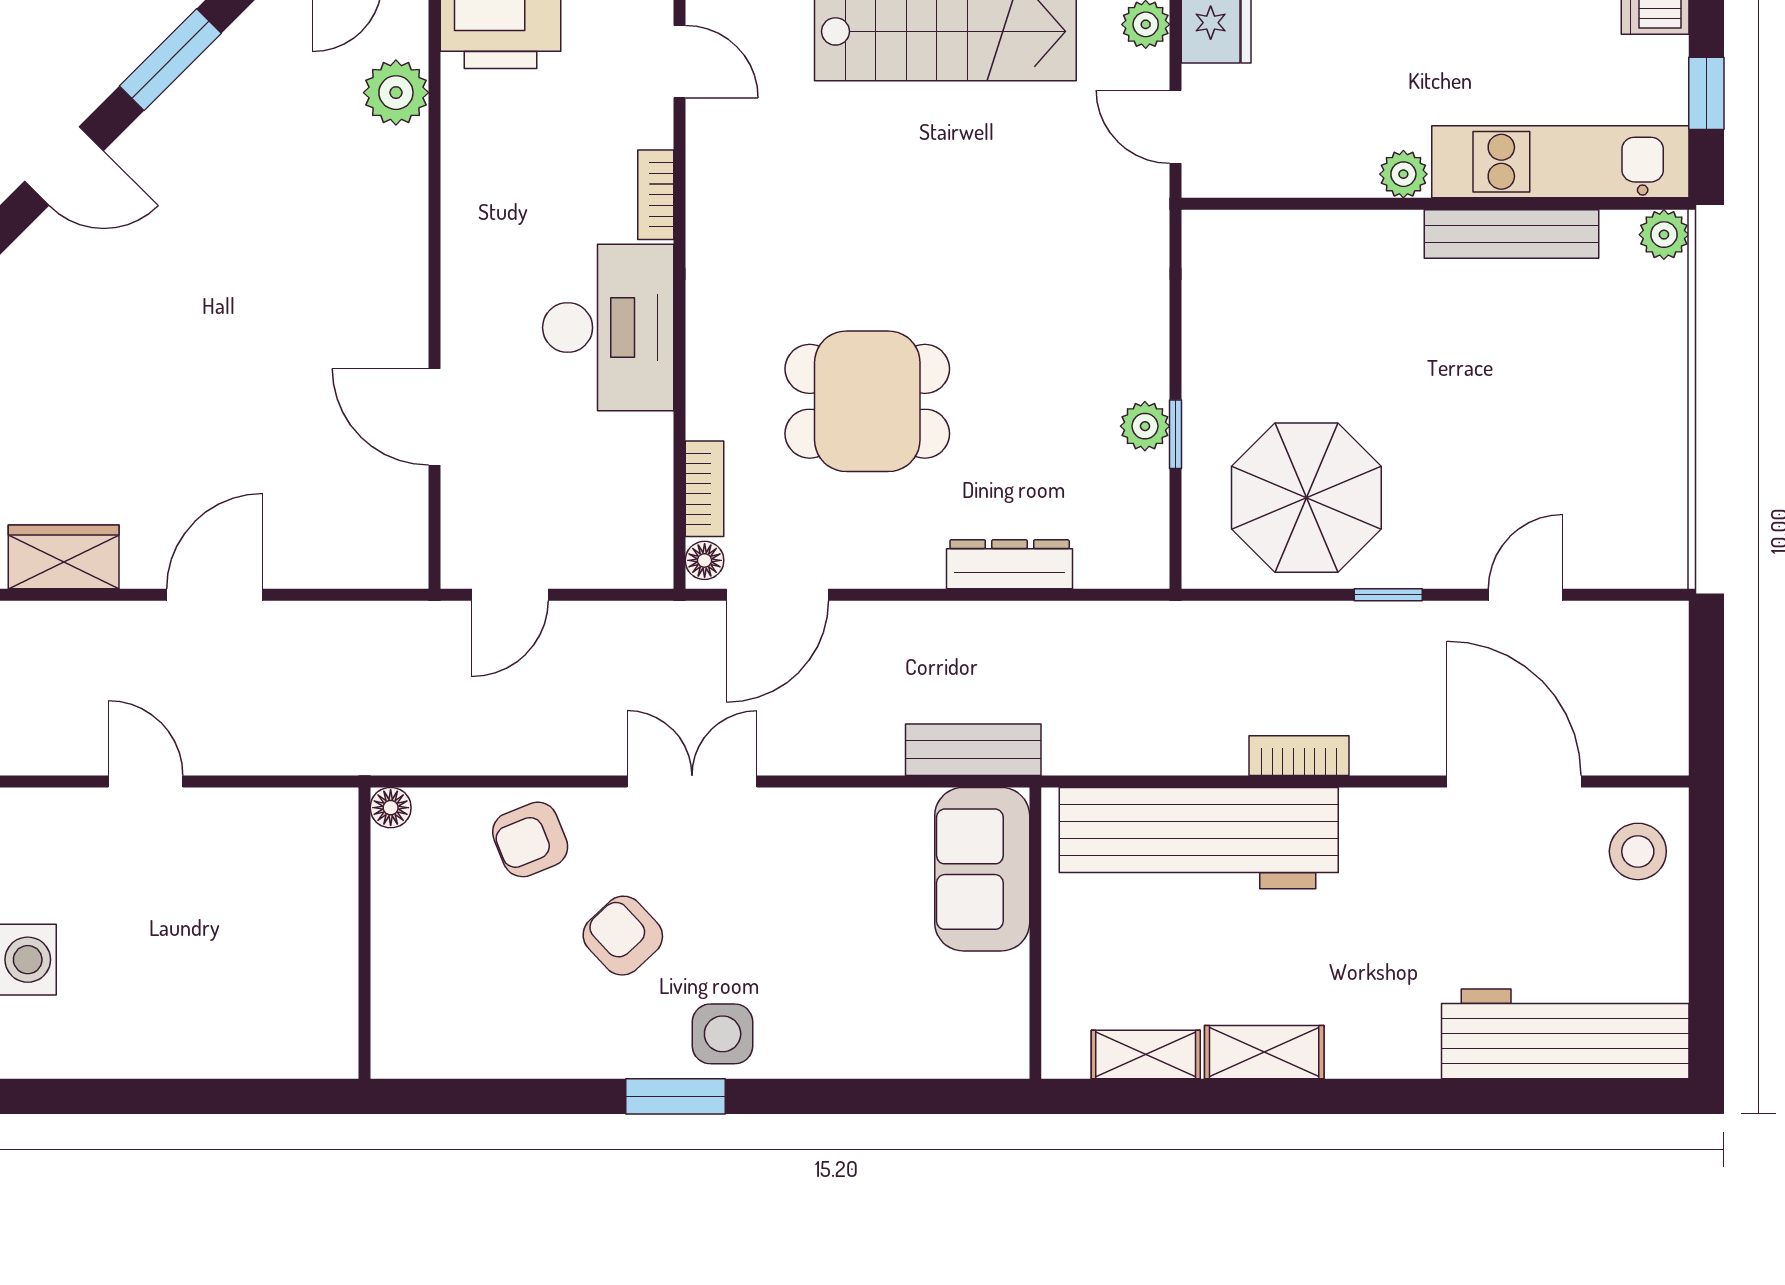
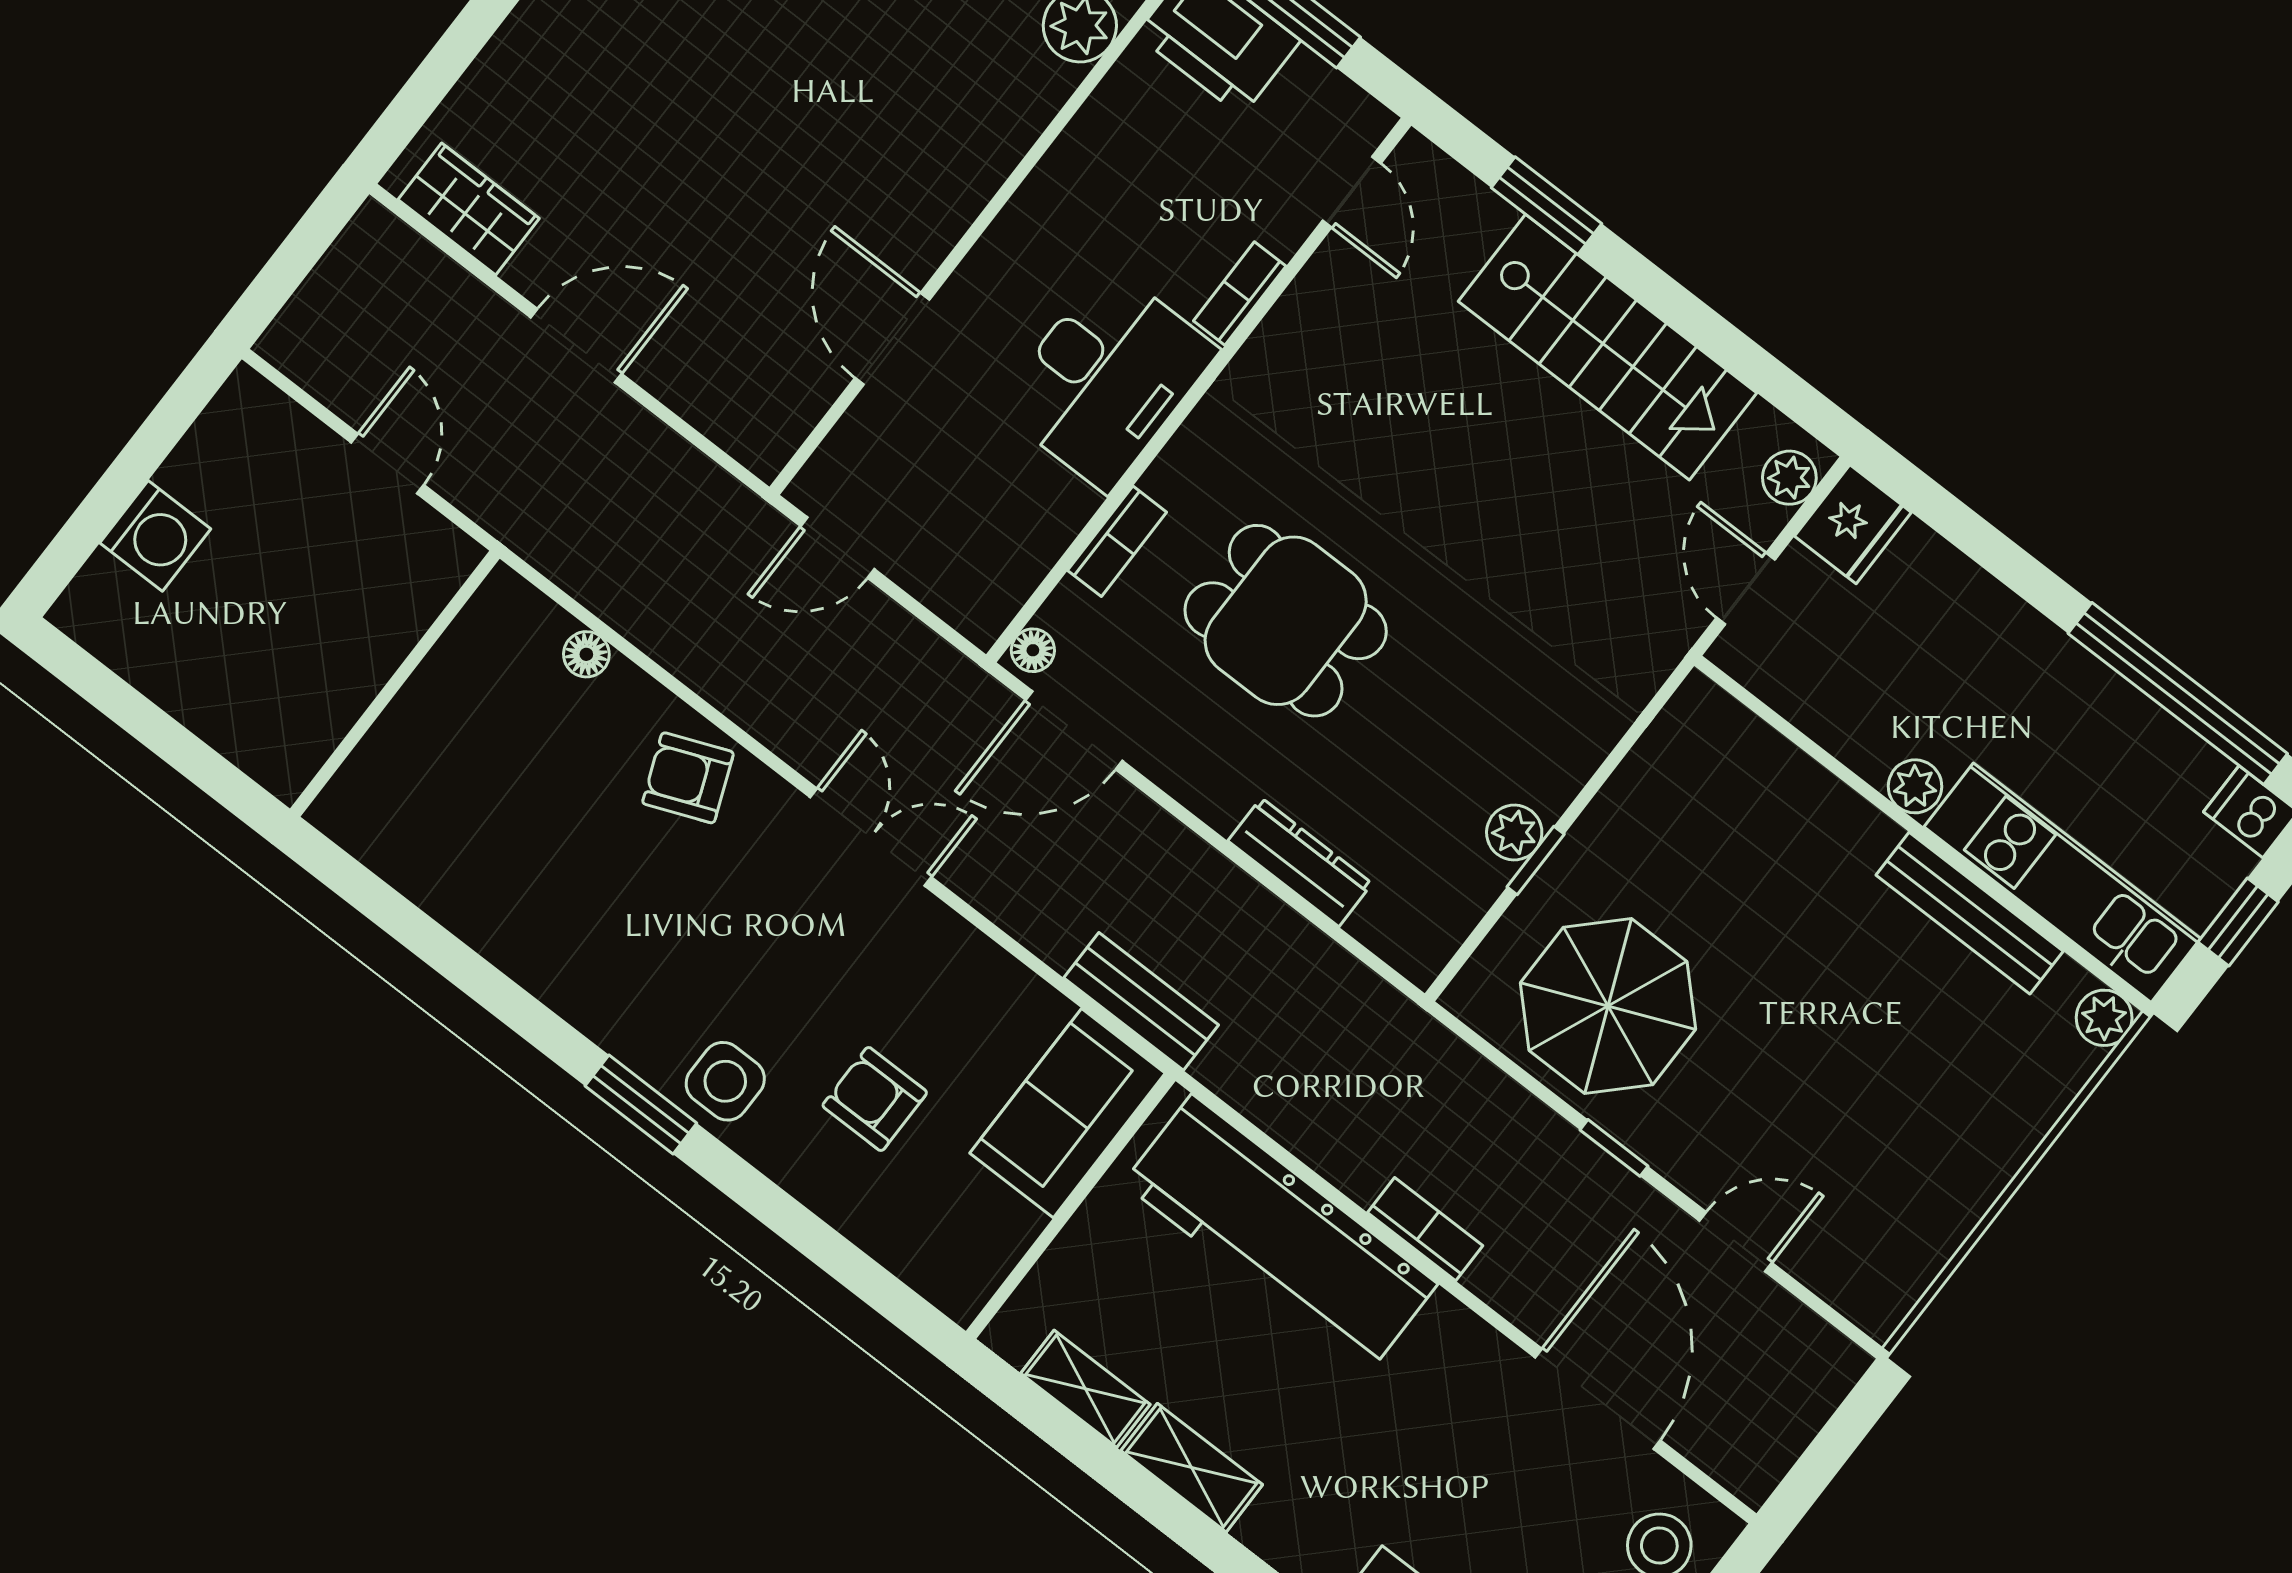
bookcase: (704, 489) -> (1117, 541), moved
wall: (364, 933) -> (395, 684), moved
armchair: (623, 936) -> (875, 1099), moved, turned -47

